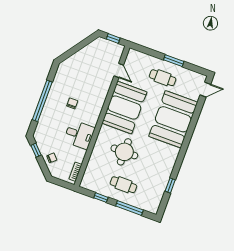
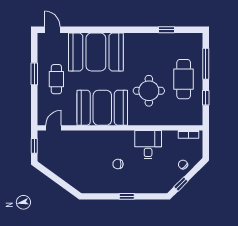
door: (119, 70) -> (53, 128), moved
window: (42, 101) -> (127, 196), width x0.32
cafe table: (123, 185) -> (184, 79), width x1.37, depth x1.35

